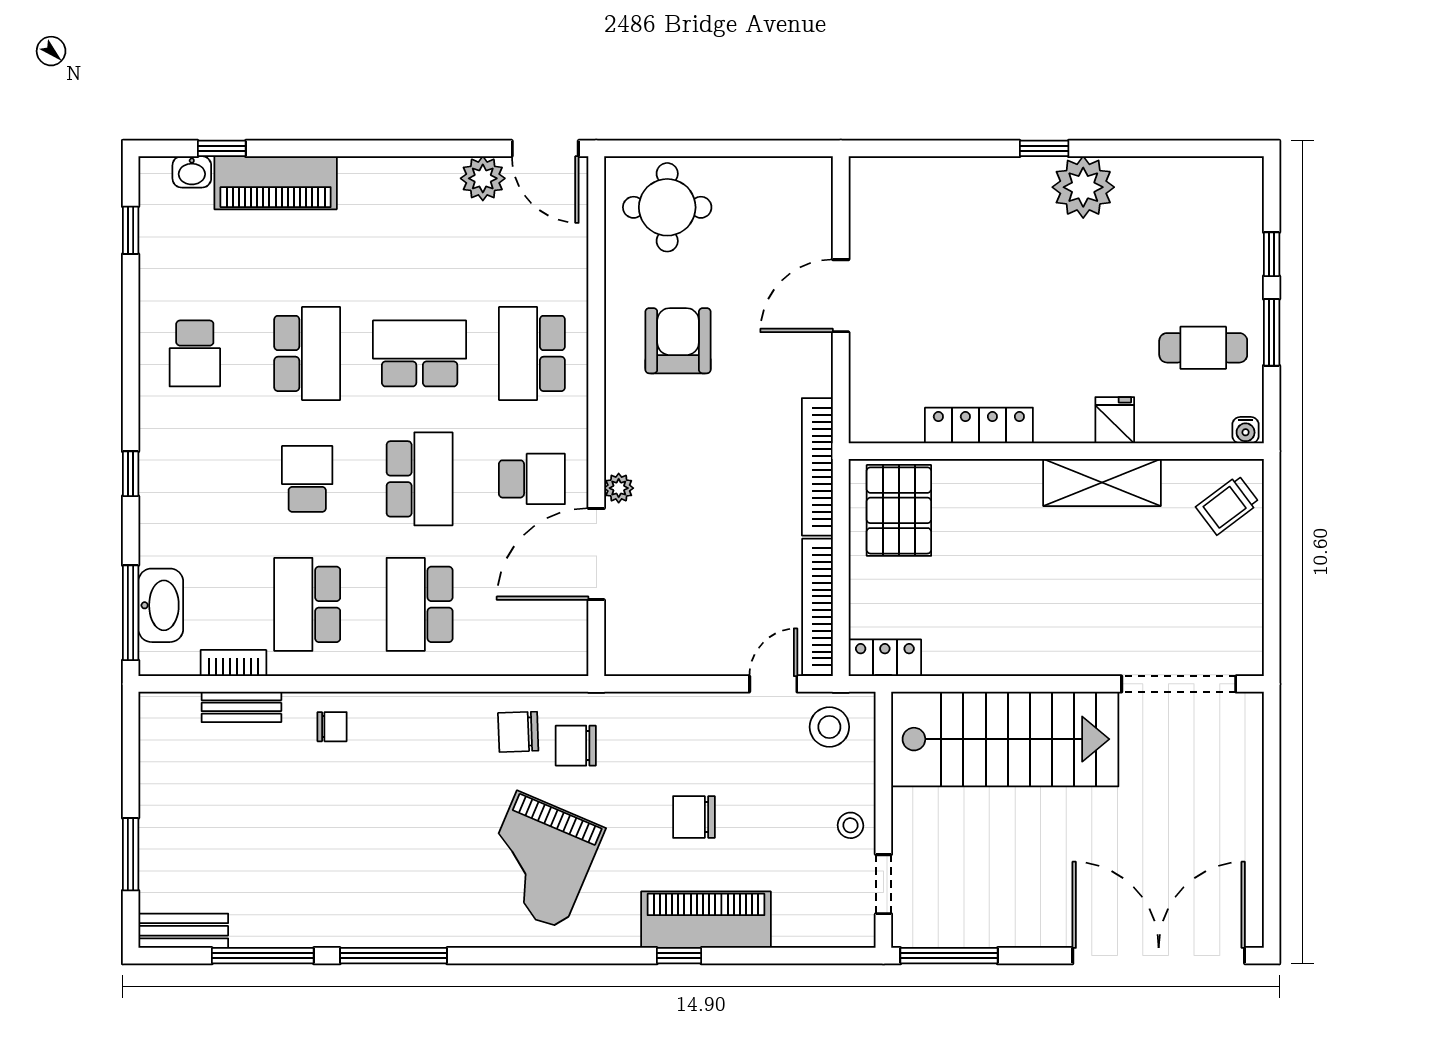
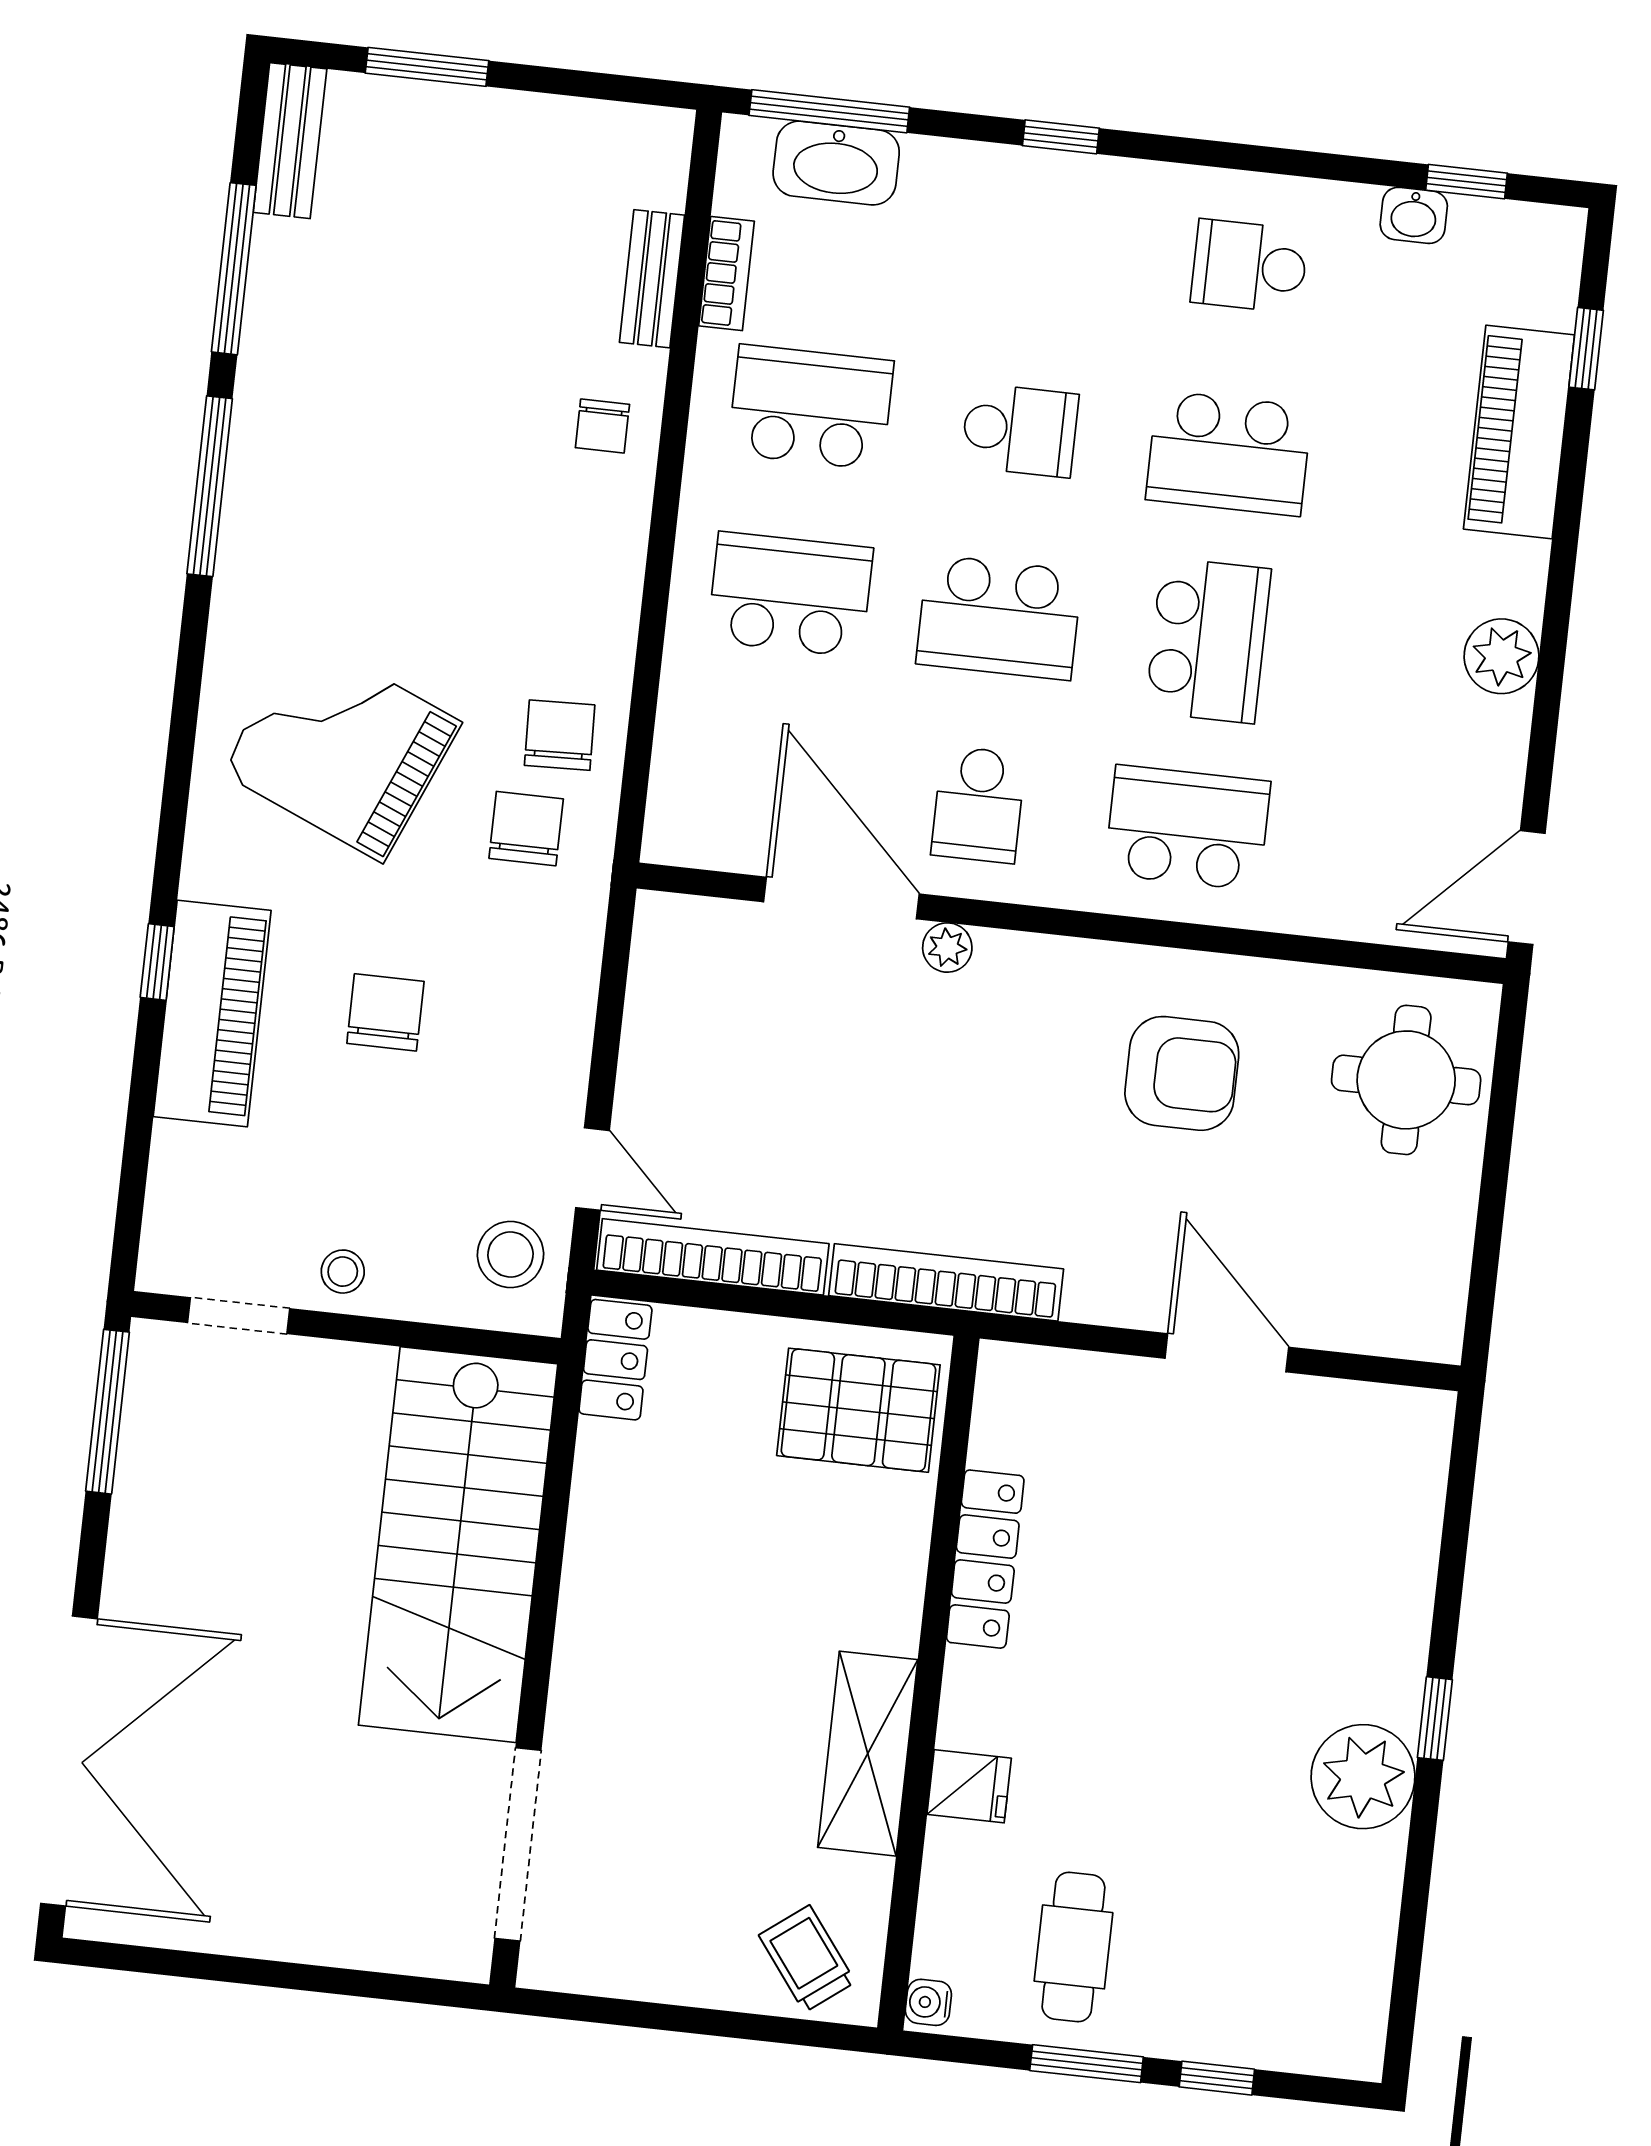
washbasin: (192, 172) -> (1414, 215), moved, turned -90
plant: (483, 178) -> (1501, 656), moved

